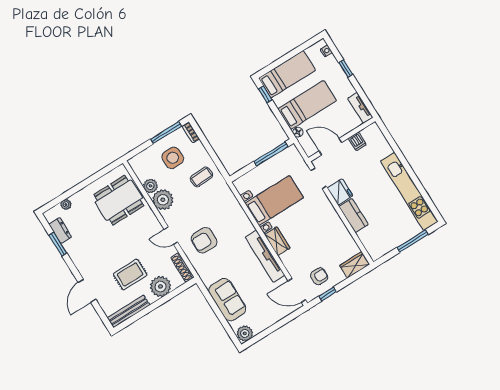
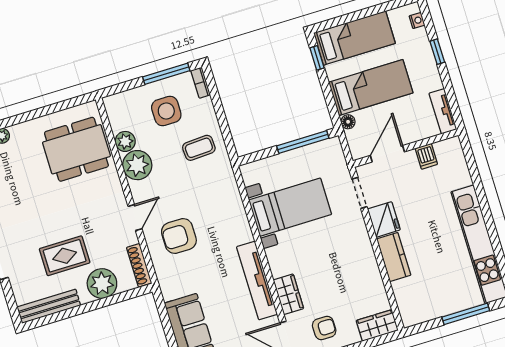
door: (330, 147) -> (387, 154), hinge flipped
door: (171, 236) -> (135, 218), swing flipped
wardrobe: (277, 241) -> (288, 294), moved

